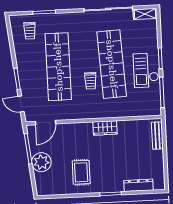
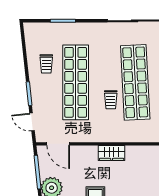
trolley: (30, 31) -> (46, 64), moved
door: (45, 123) -> (58, 144), hinge flipped
wardrobe: (105, 128) -> (112, 153), moved

